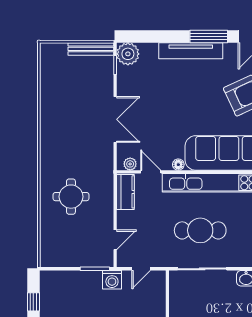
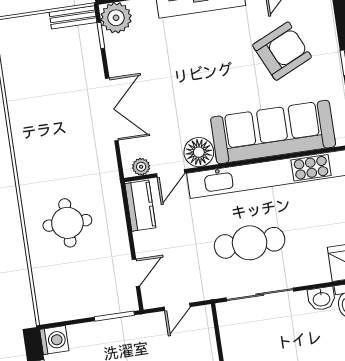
bench: (91, 49) -> (73, 17), width x0.73
floor lamp: (178, 165) -> (199, 152), width x1.89, depth x1.89
door: (151, 172) -> (171, 173), swing flipped
washing machine: (112, 280) -> (54, 340), moved, turned -90

